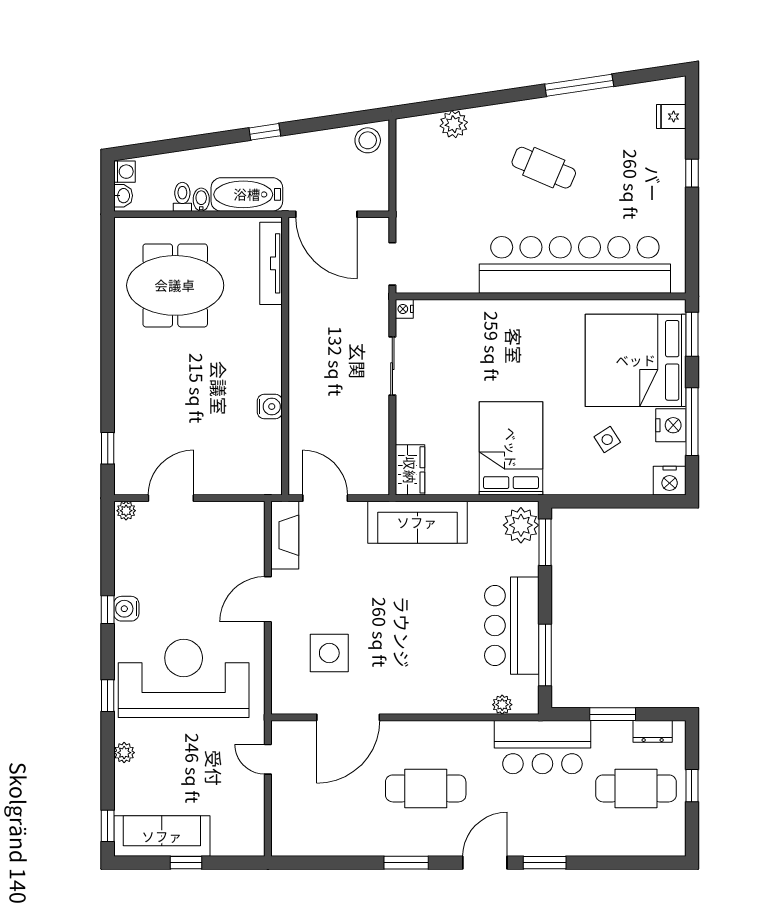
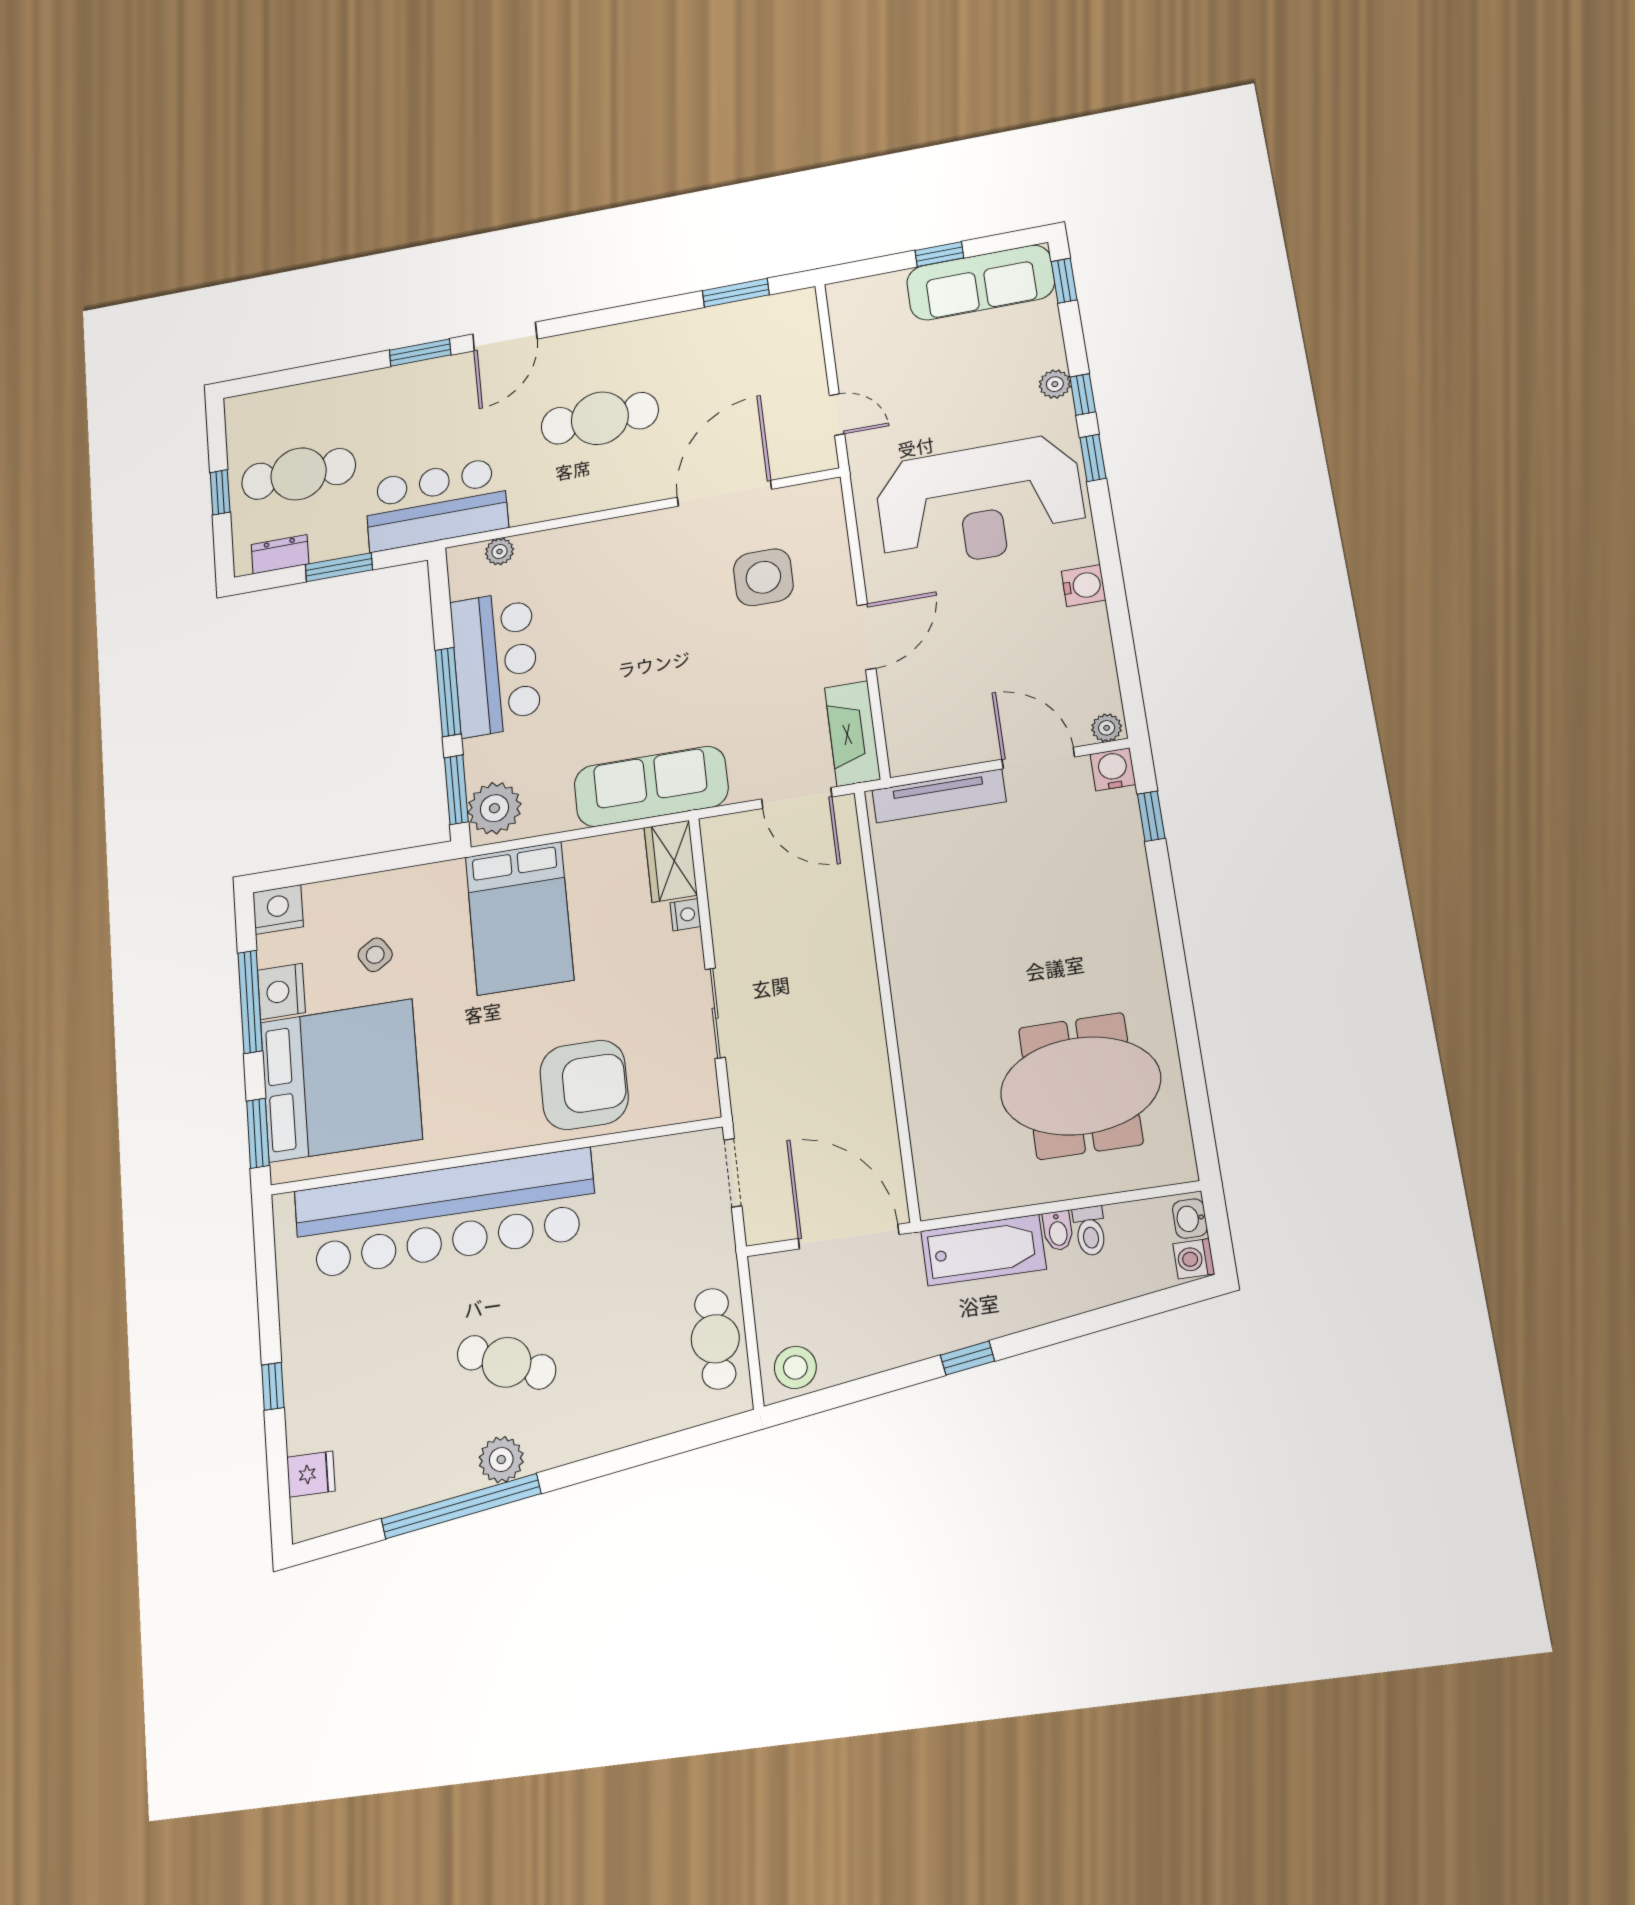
window: (579, 85) -> (461, 1506), width x1.46
plant: (454, 124) -> (501, 1460), moved
cafe table: (414, 164) -> (715, 1339), added
tv unit: (271, 263) -> (939, 796), moved, turned 90
nightstand: (404, 309) -> (685, 915), moved
armchair: (480, 333) -> (584, 1085), added
water cooler: (270, 407) -> (1113, 769), moved, turned 90
door: (171, 498) -> (1038, 758), swing flipped
window: (108, 610) -> (1083, 395), moved
window: (545, 655) -> (448, 692), moved
window: (406, 863) -> (736, 293), moved

